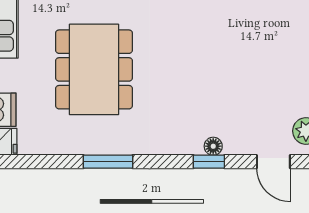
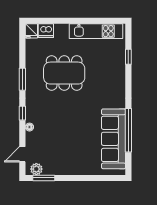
window: (209, 162) -> (22, 113), moved

